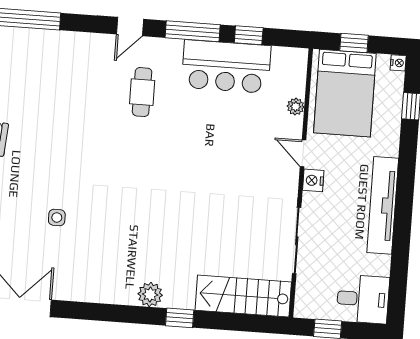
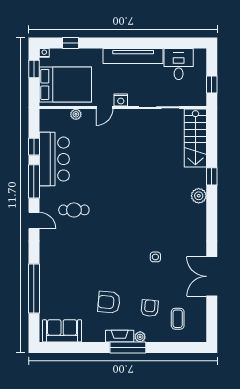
window: (354, 43) -> (34, 69), moved
desk: (363, 299) -> (179, 64), moved

